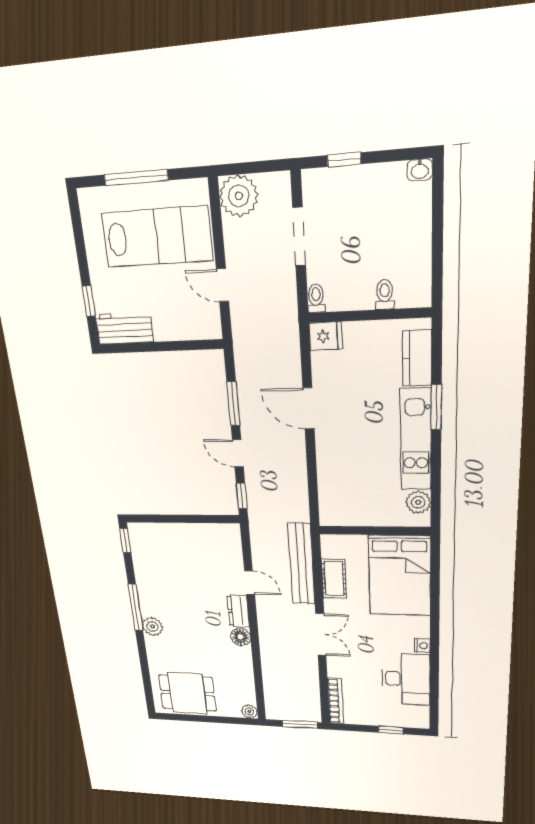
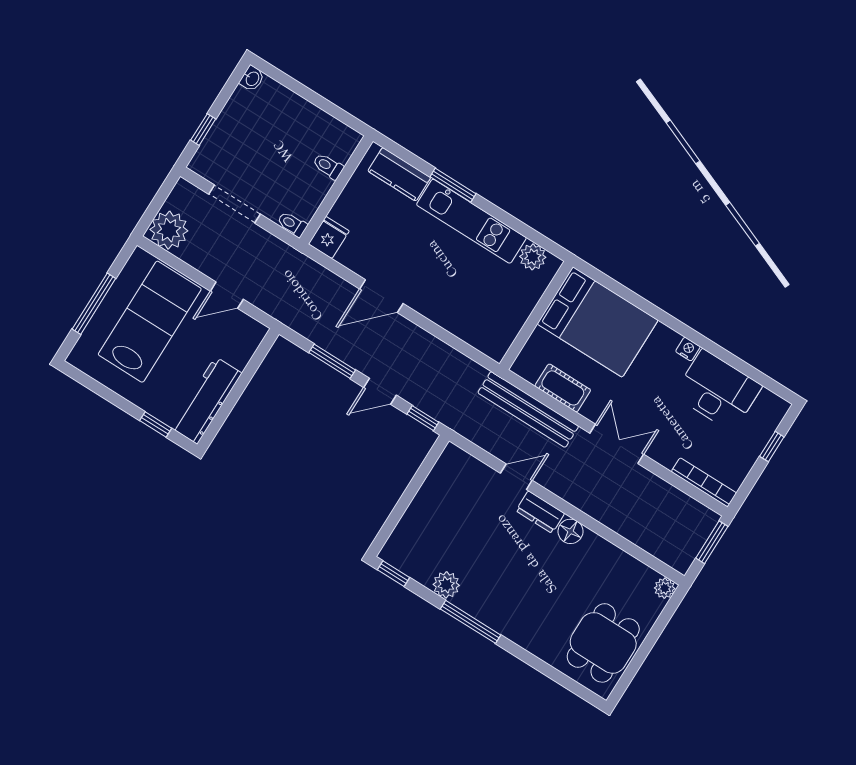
workbench: (125, 328) -> (206, 400), width x1.38
plant: (153, 626) -> (446, 585), moved

